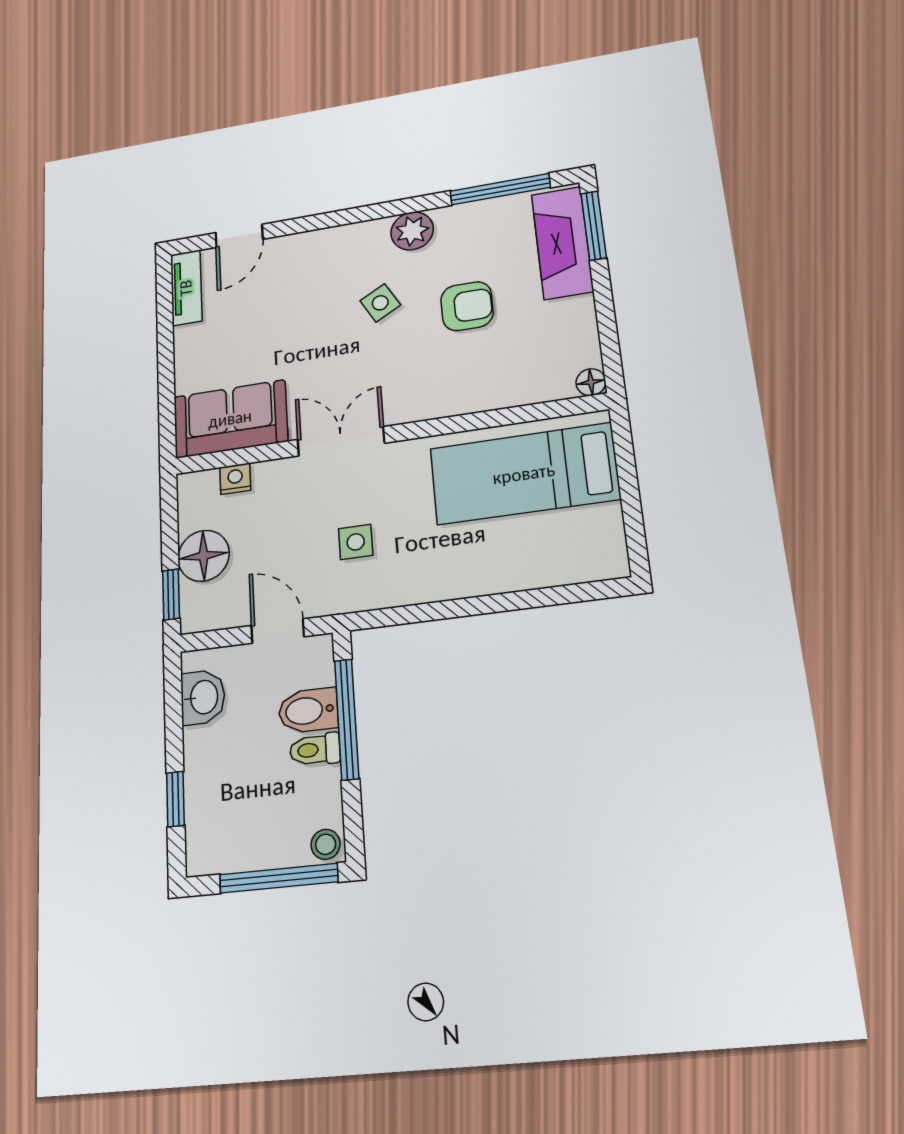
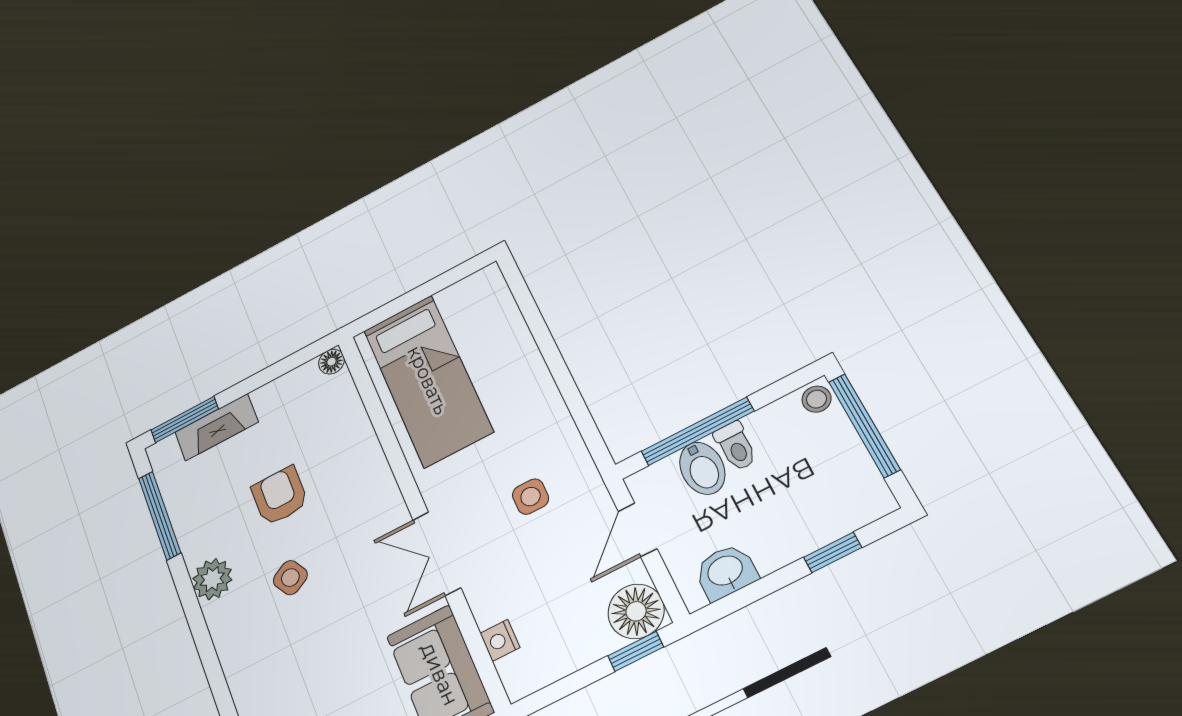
fireplace: (562, 243) -> (216, 427), width x0.73, depth x0.76
floor lamp: (204, 556) -> (636, 611), moved

